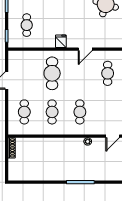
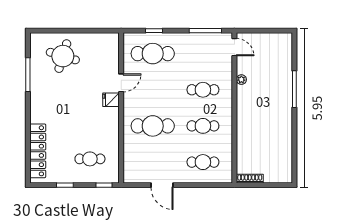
fridge: (61, 41) -> (111, 100), moved
door: (85, 49) -> (121, 83), hinge flipped
cafe table: (108, 73) -> (153, 54), width x1.37, depth x1.35

